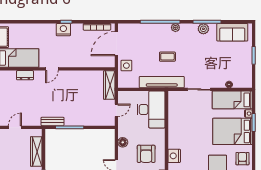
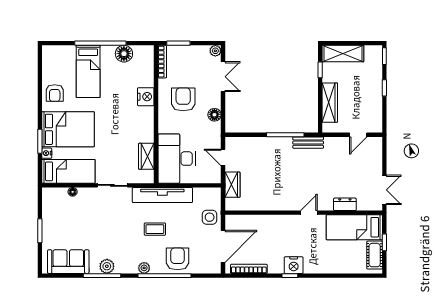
armchair: (150, 34) -> (178, 259), added
wardrobe: (109, 85) -> (232, 185), width x0.67
door: (116, 110) -> (223, 157), hinge flipped
wardrobe: (174, 111) -> (146, 156), added

